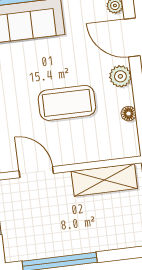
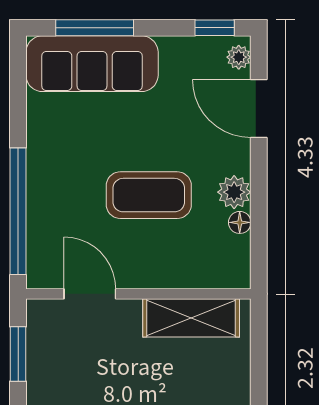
plant: (120, 76) -> (234, 192), moved

